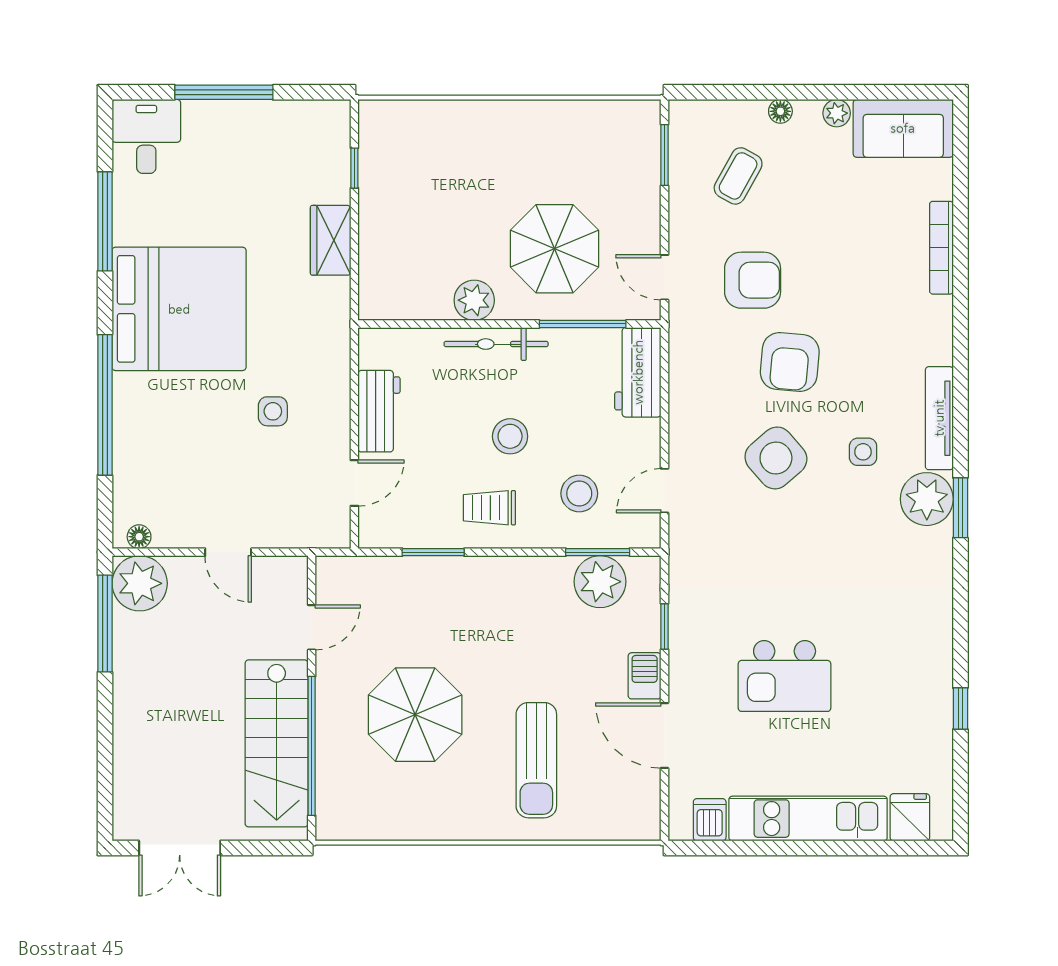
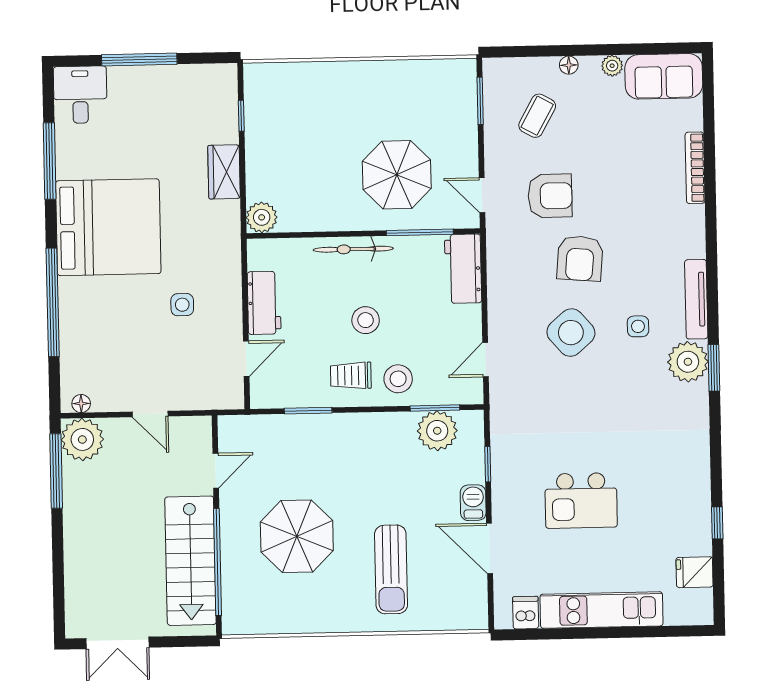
plant: (474, 300) -> (262, 217), moved
stool: (579, 493) -> (398, 379), moved
fridge: (910, 817) -> (695, 572), moved, turned -90

